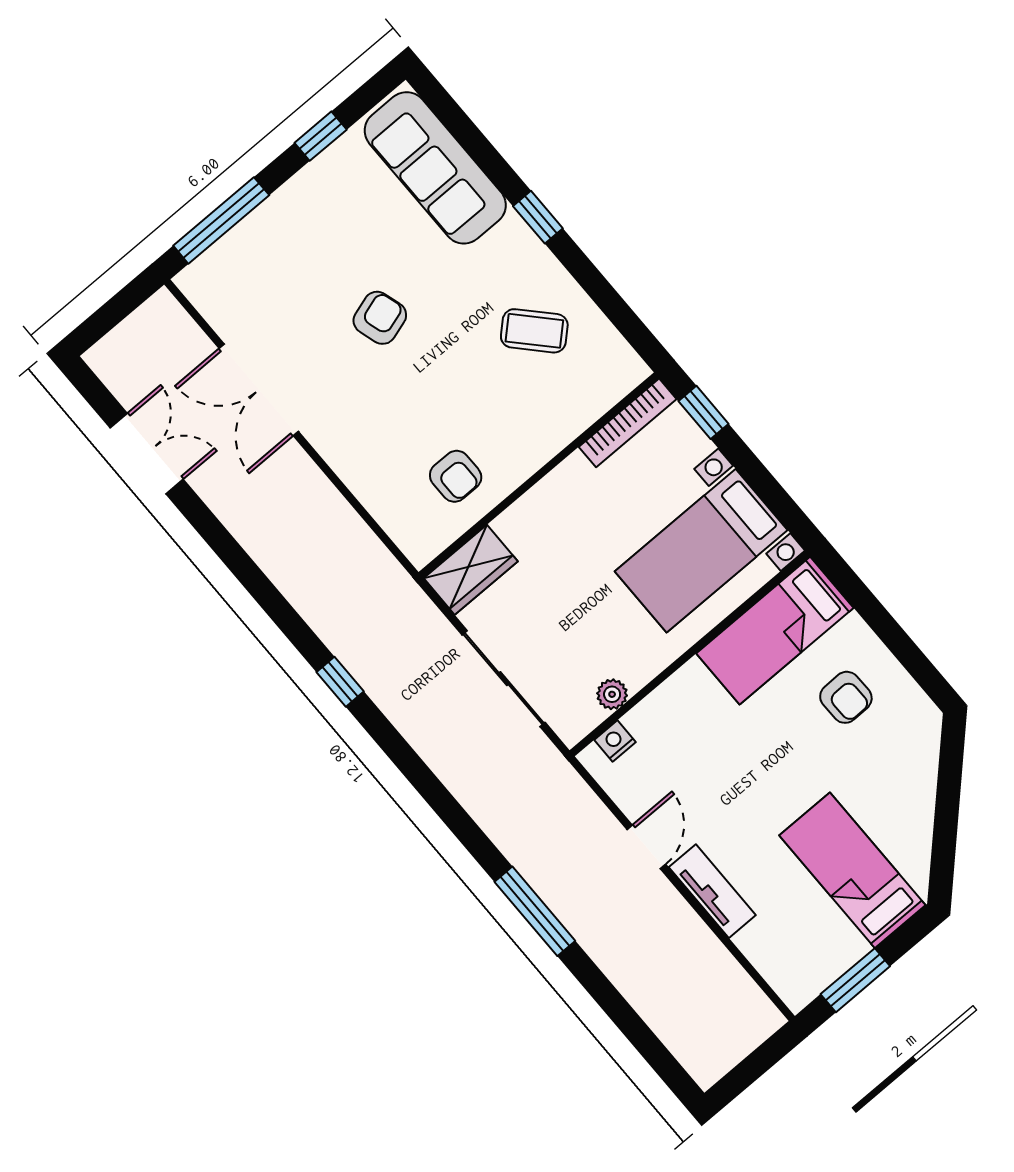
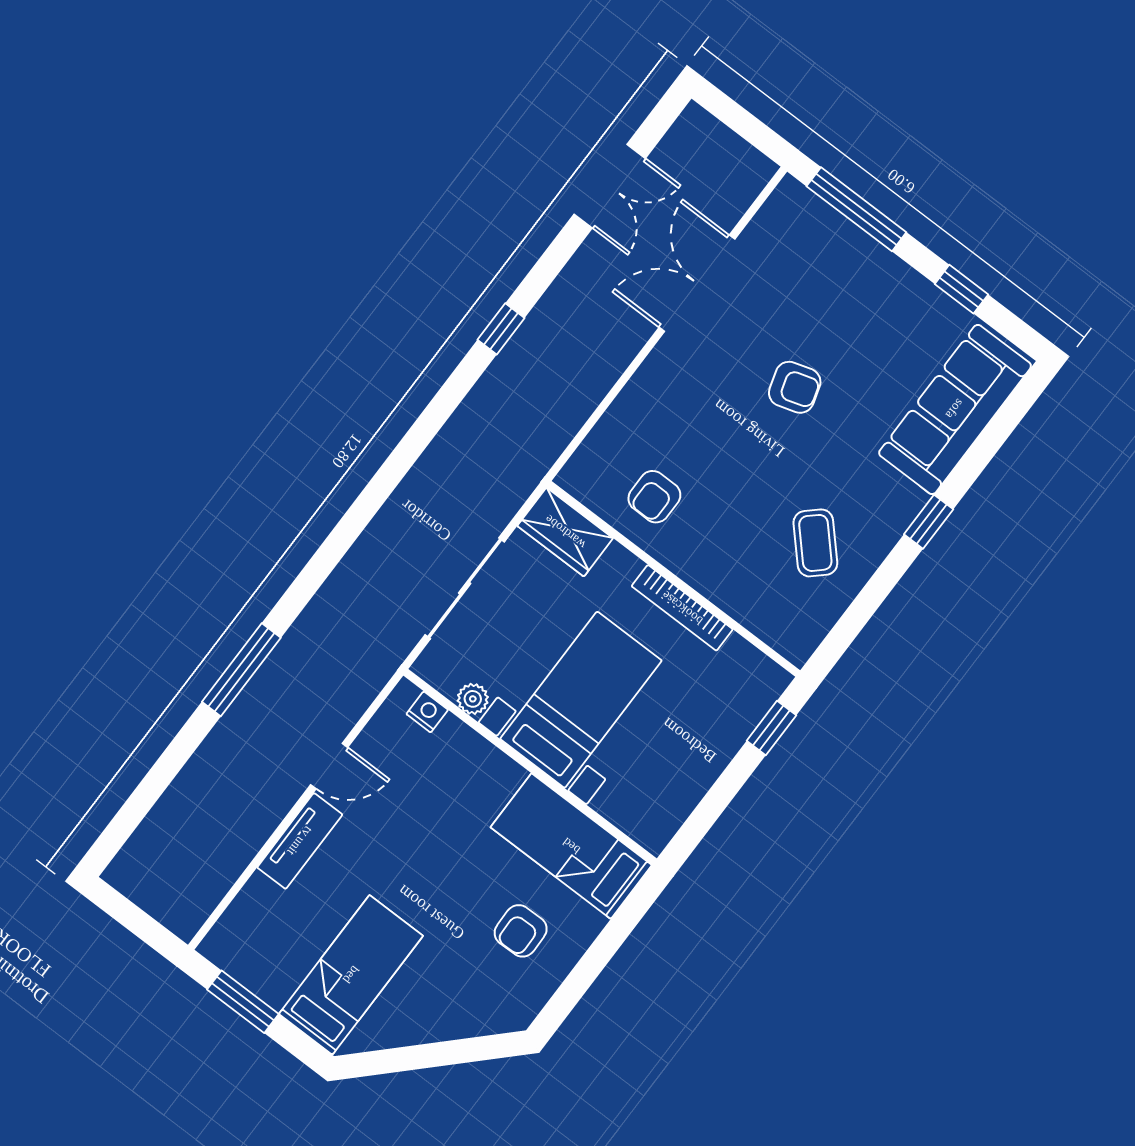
bookcase: (628, 423) -> (682, 608), moved
bed with nightstands: (701, 551) -> (581, 700), moved, turned 90
window: (340, 682) -> (501, 329), moved

